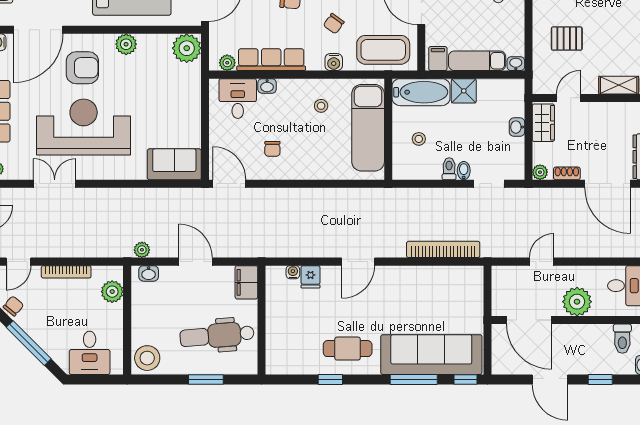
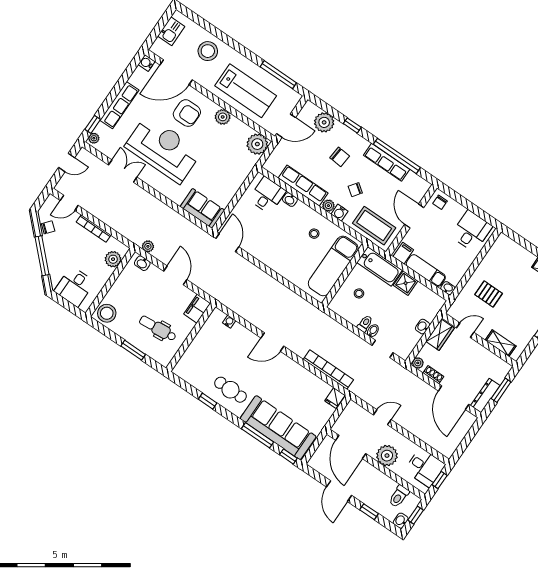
plant: (227, 63) -> (328, 206), moved
chair: (272, 149) -> (267, 239), removed
fridge: (311, 277) -> (335, 398), moved
dental chair: (217, 336) -> (158, 328), width x0.73, depth x0.72

